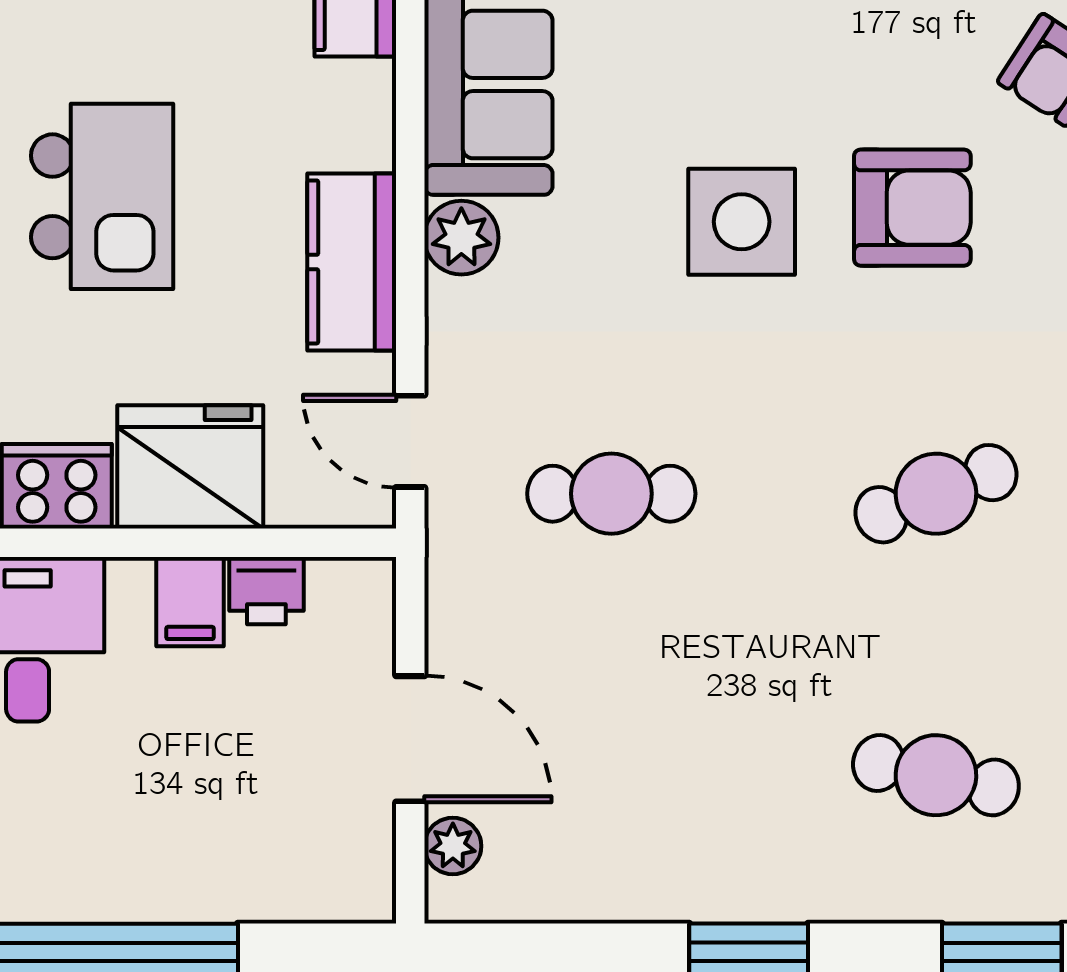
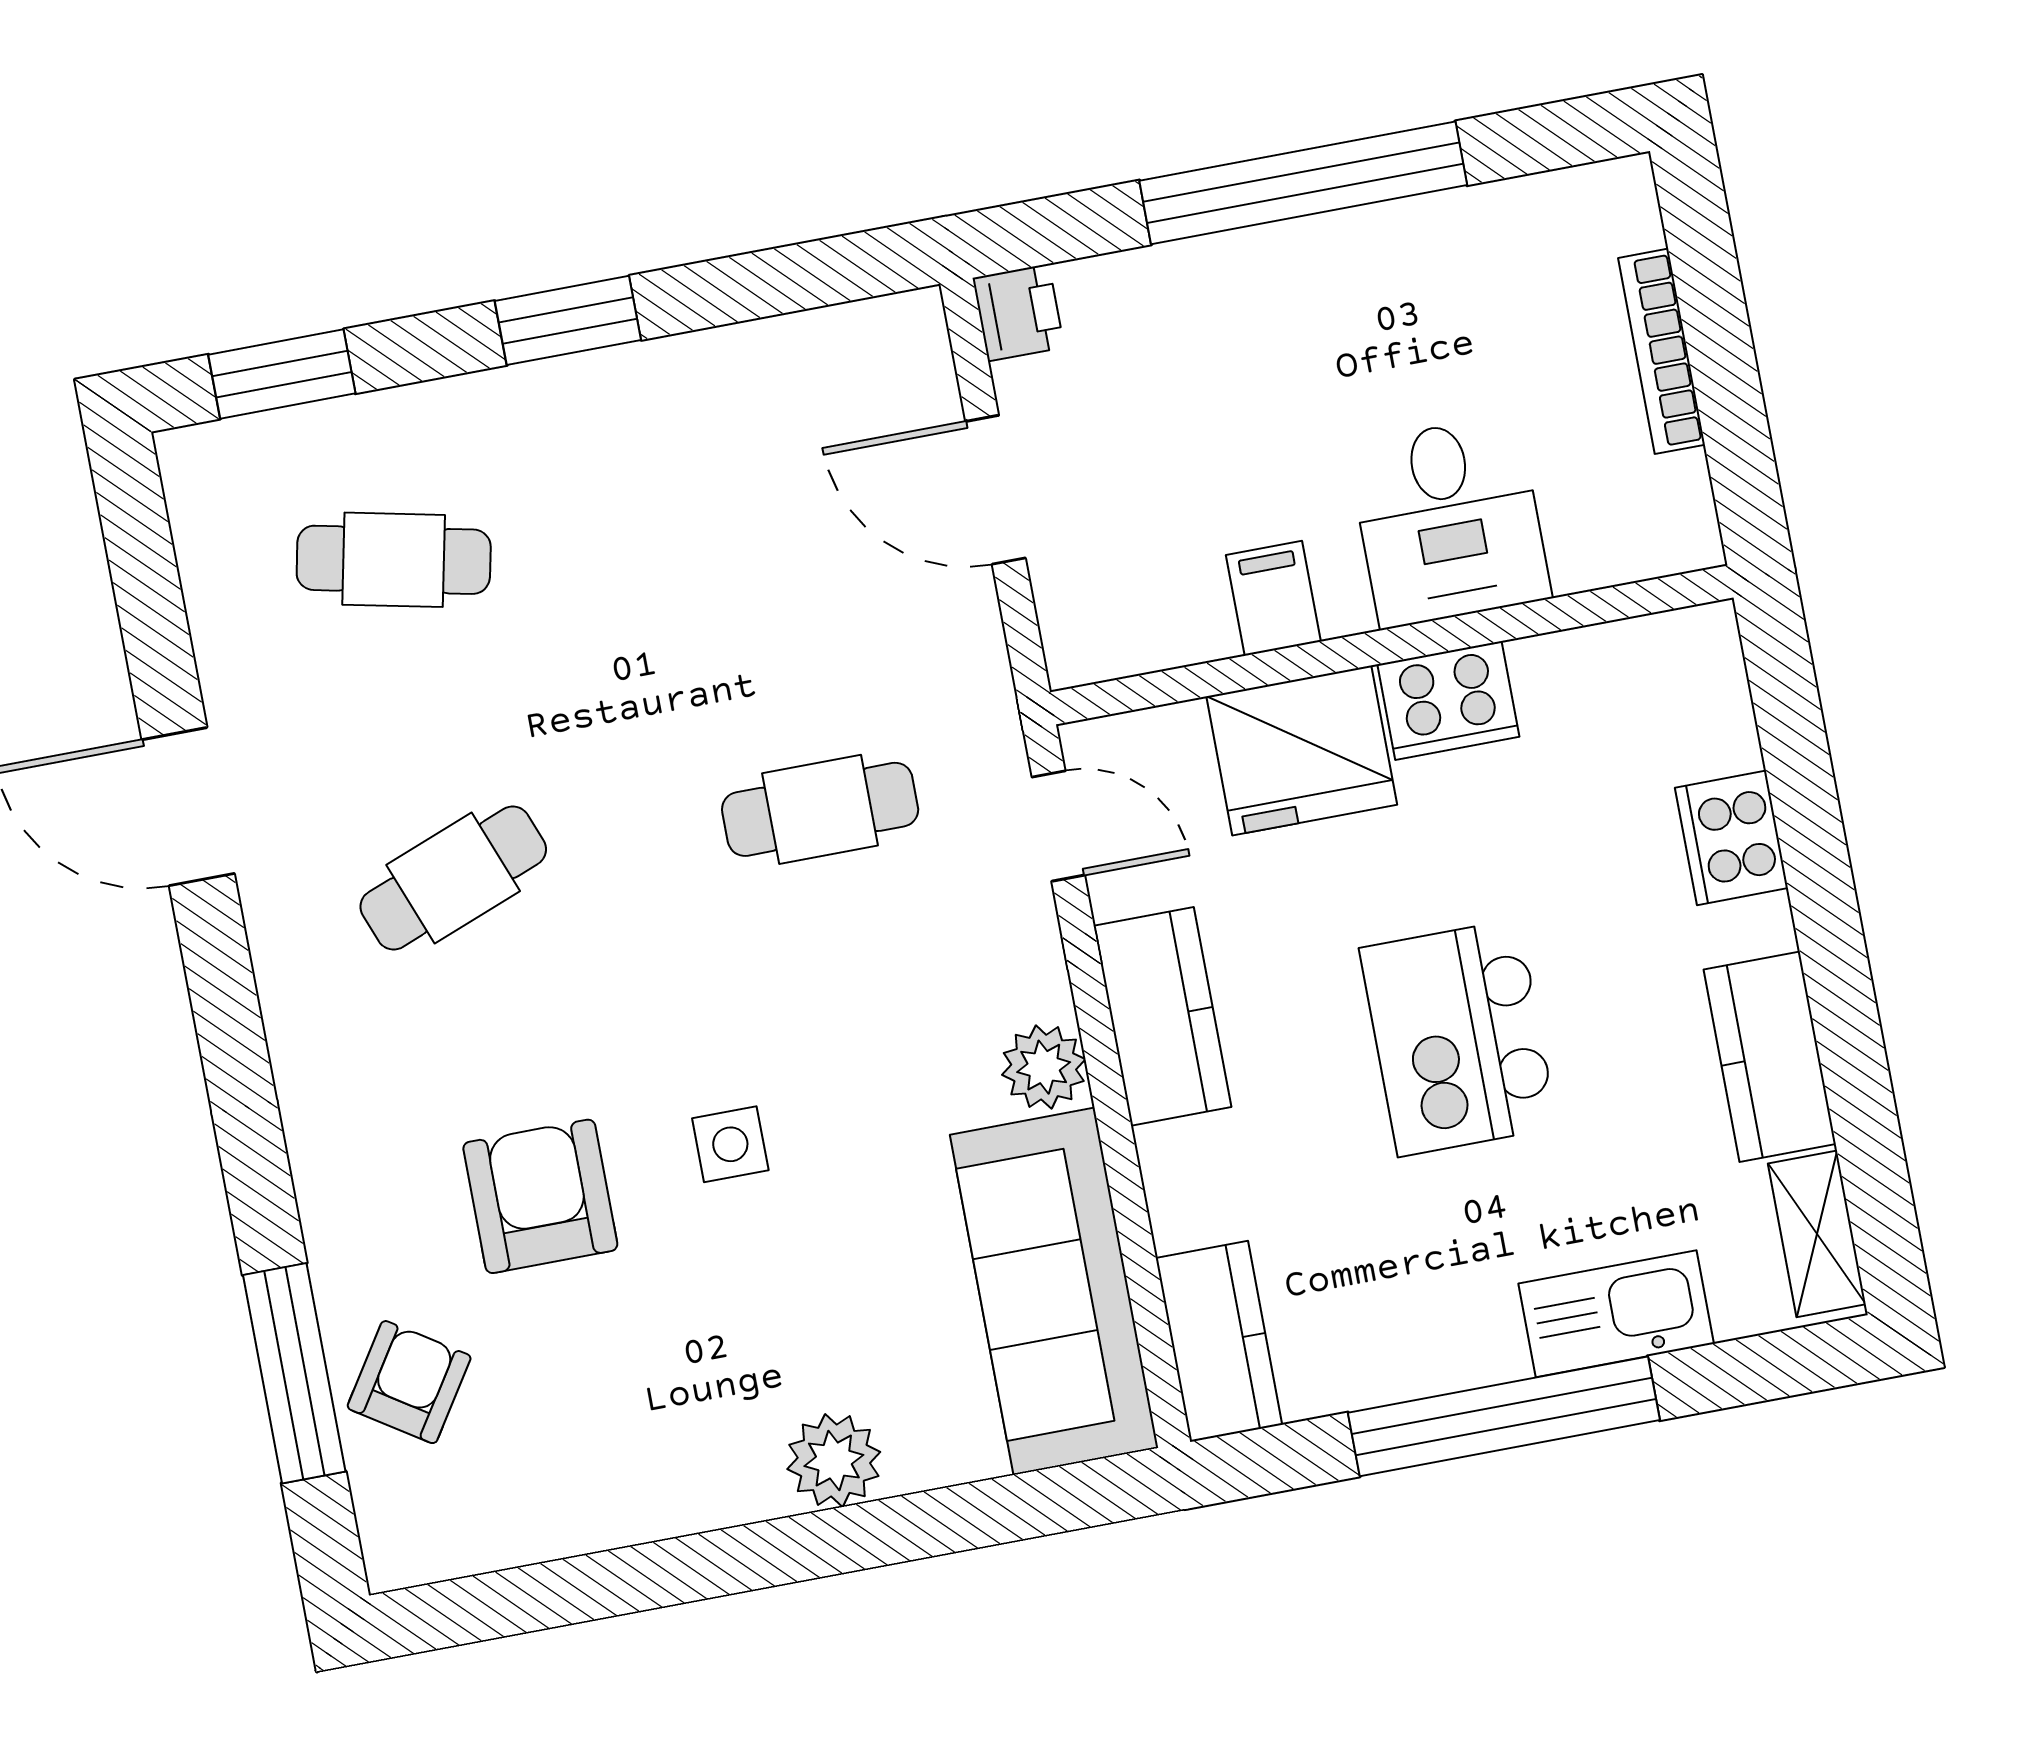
armchair: (912, 208) -> (540, 1196), turned 90
side table: (742, 222) -> (730, 1144), width x0.54, depth x0.54
printer: (266, 591) -> (1018, 313), moved, turned 90
plant: (453, 846) -> (925, 378), removed

